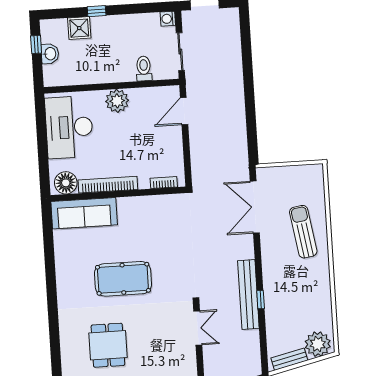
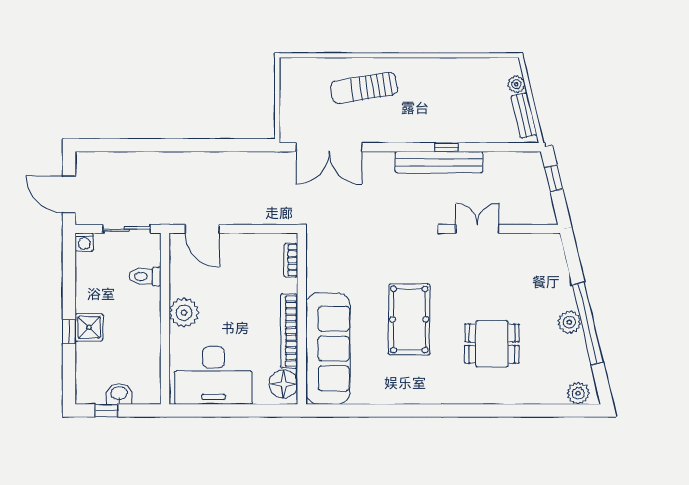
shower: (79, 28) -> (89, 327), moved
sofa: (84, 213) -> (328, 349), width x1.36, depth x1.27
plant: (318, 344) -> (516, 84), width x0.53, depth x0.53

